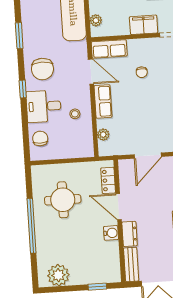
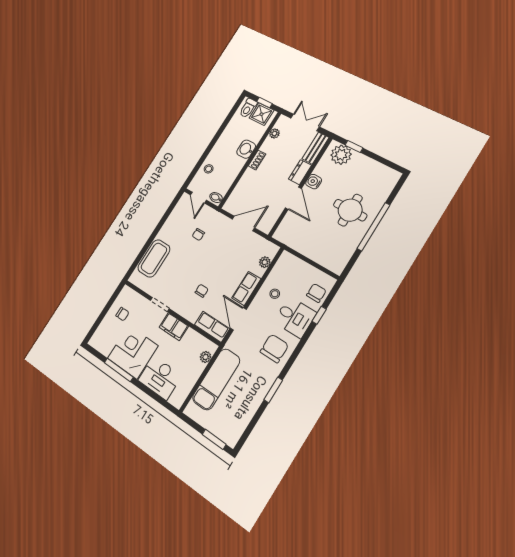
window: (23, 89) -> (319, 315), moved
chair: (40, 138) -> (316, 293), turned 180
locker: (108, 180) -> (287, 224), removed
round table: (63, 200) -> (350, 210), moved
plant: (58, 275) -> (341, 155), moved

